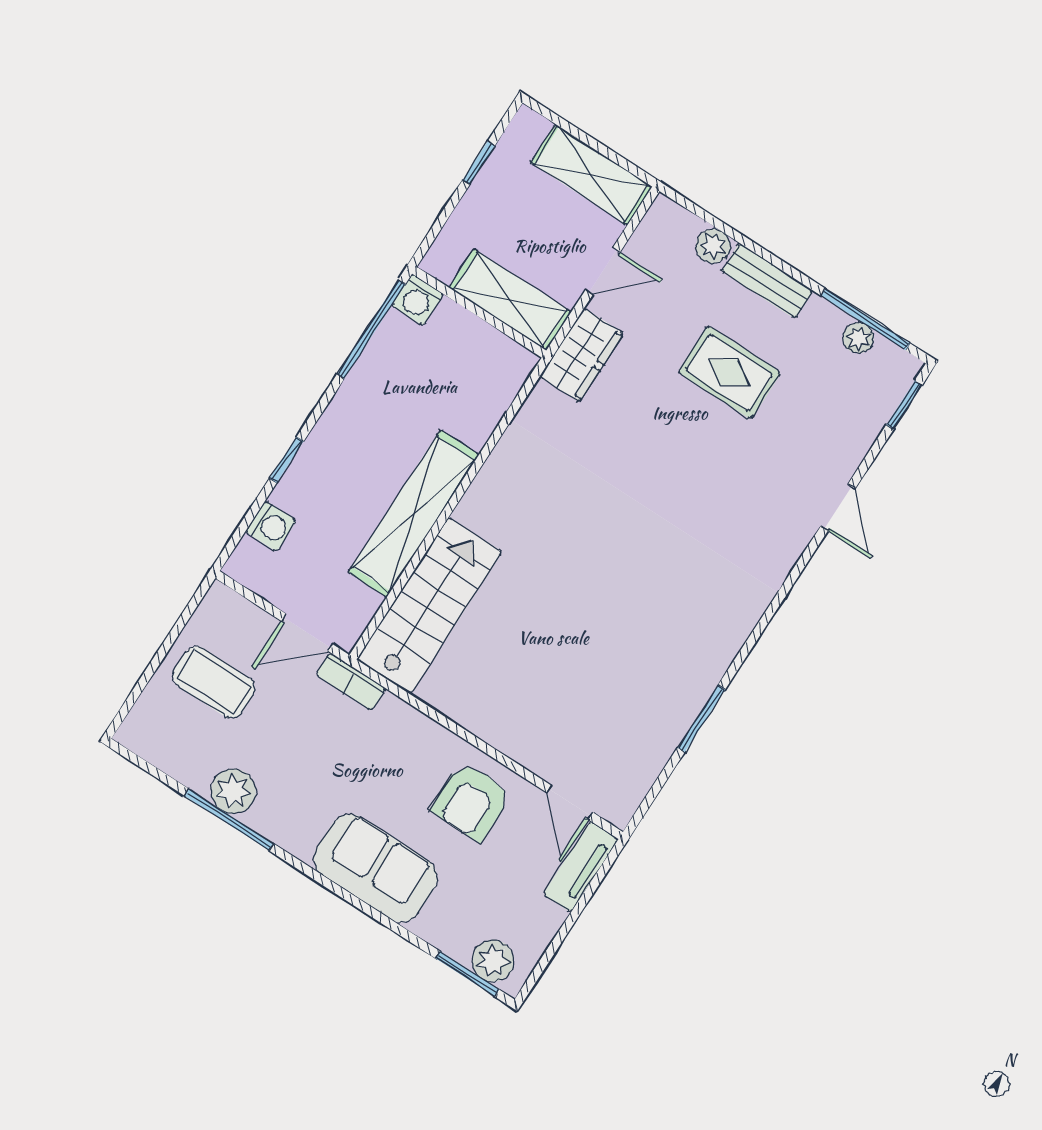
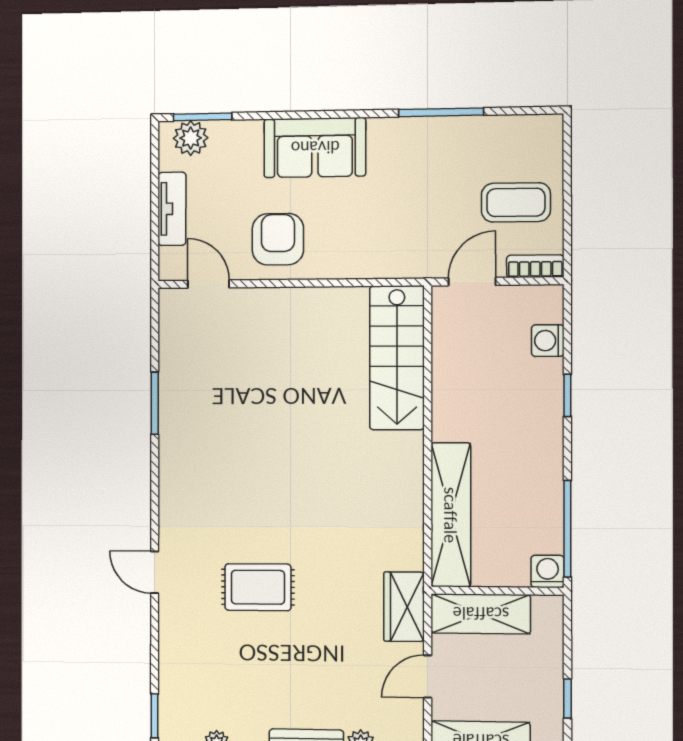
rug: (729, 372) -> (258, 587), moved
door: (838, 508) -> (155, 572), moved
shelving: (414, 513) -> (451, 515), moved
bookcase: (351, 681) -> (535, 266), moved
plant: (233, 791) -> (451, 135), removed
tv unit: (581, 867) -> (172, 209), moved

